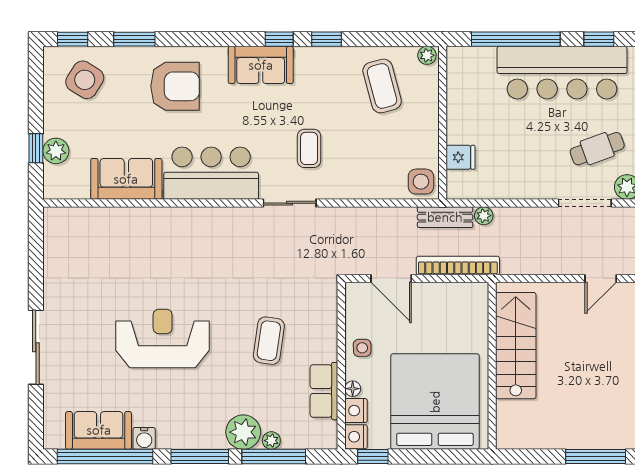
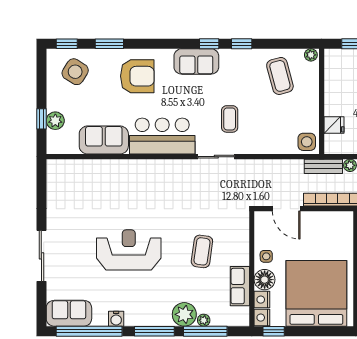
floor lamp: (353, 389) -> (265, 280), width x1.89, depth x1.89
sofa: (99, 430) -> (69, 313), moved

